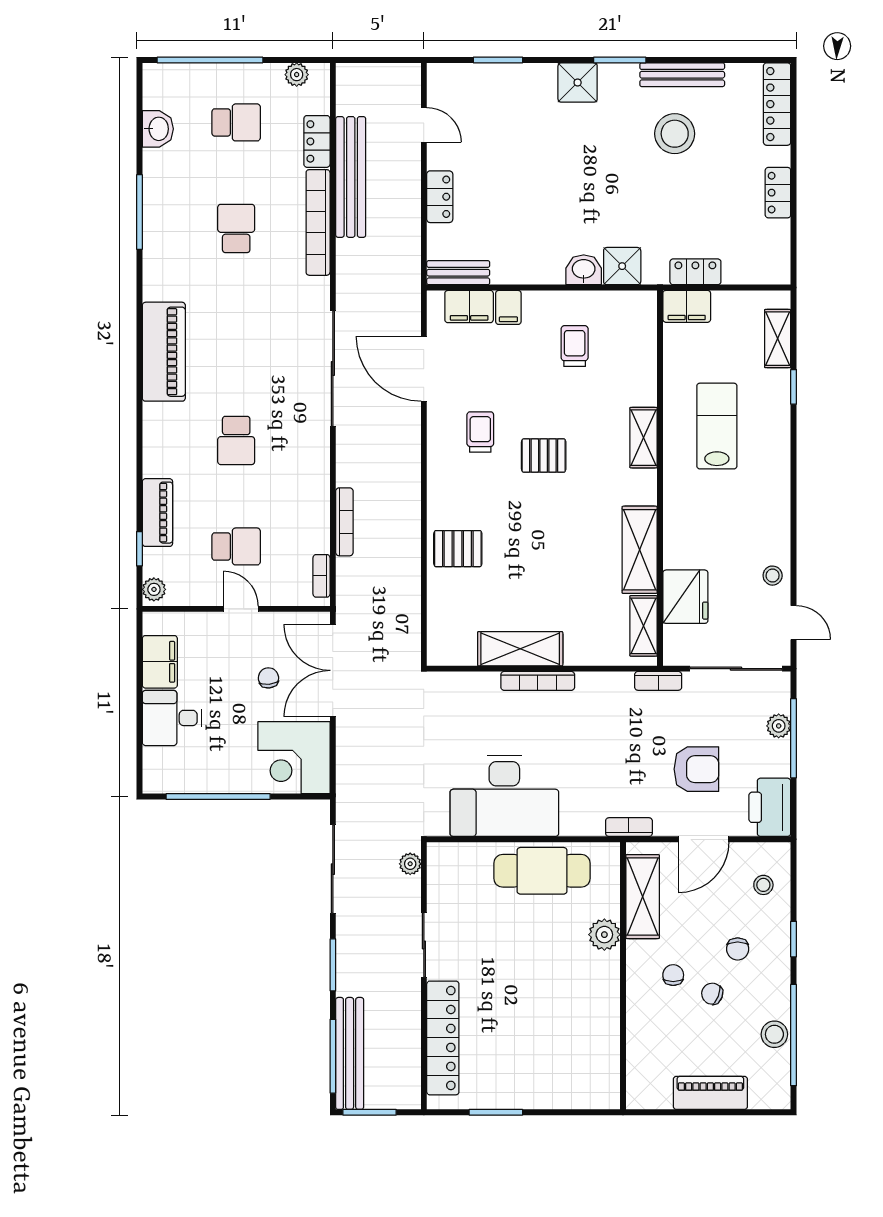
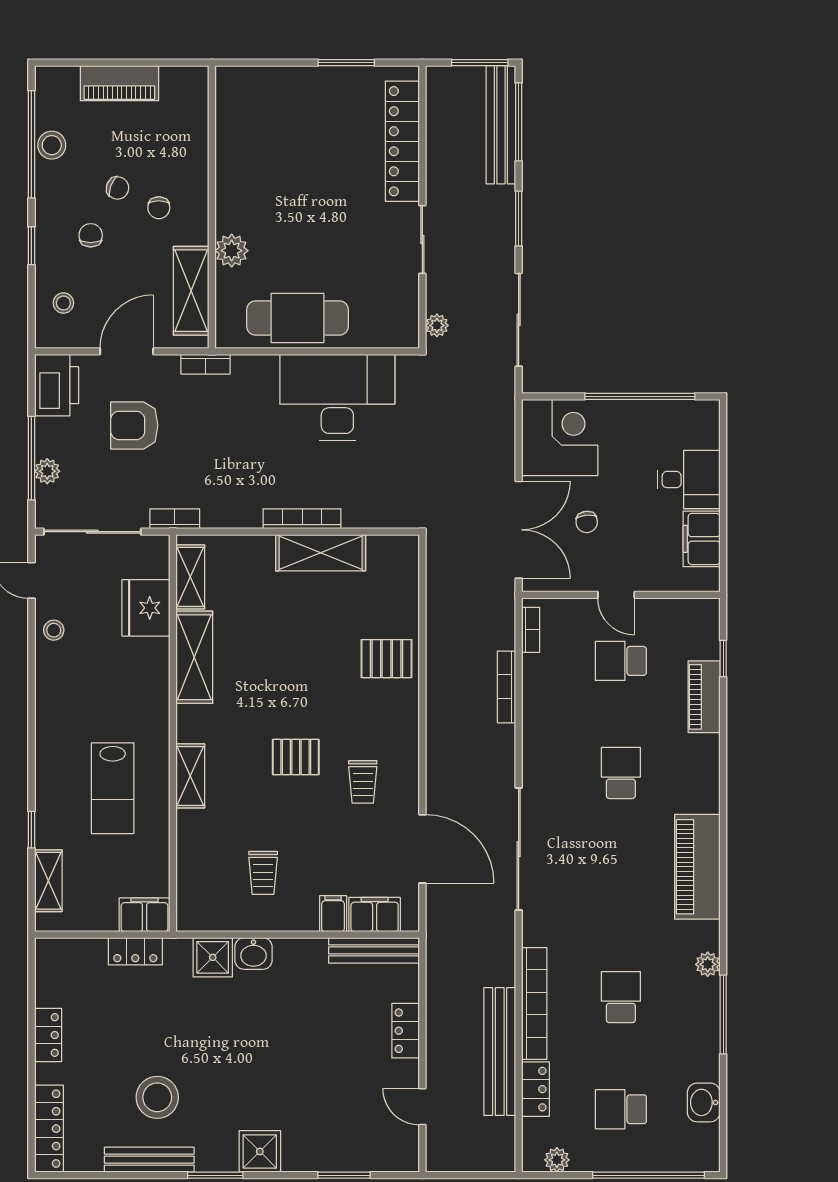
school desk: (236, 228) -> (621, 997), turned 180
bench: (458, 273) -> (374, 950), width x1.36
plant: (154, 589) -> (708, 964), moved

